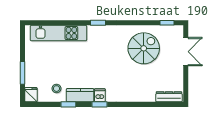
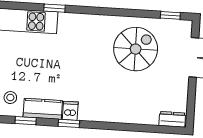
window: (98, 23) -> (55, 8), moved
dresser: (169, 97) -> (172, 119), width x0.70

